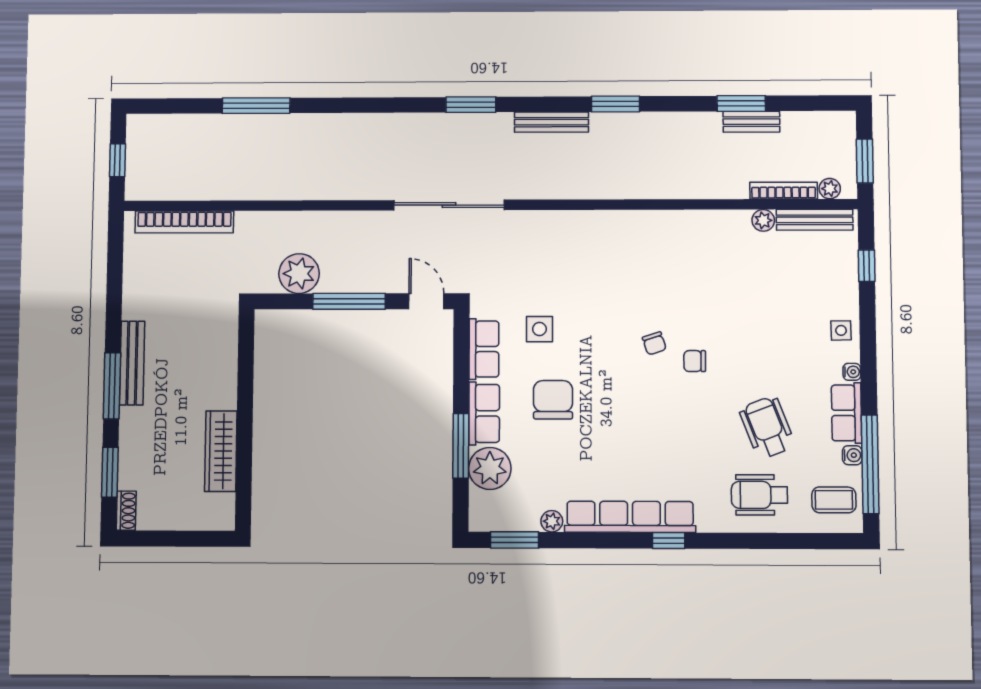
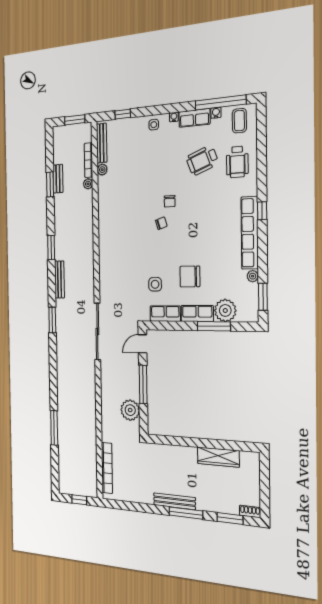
plant: (830, 189) -> (88, 184), moved

